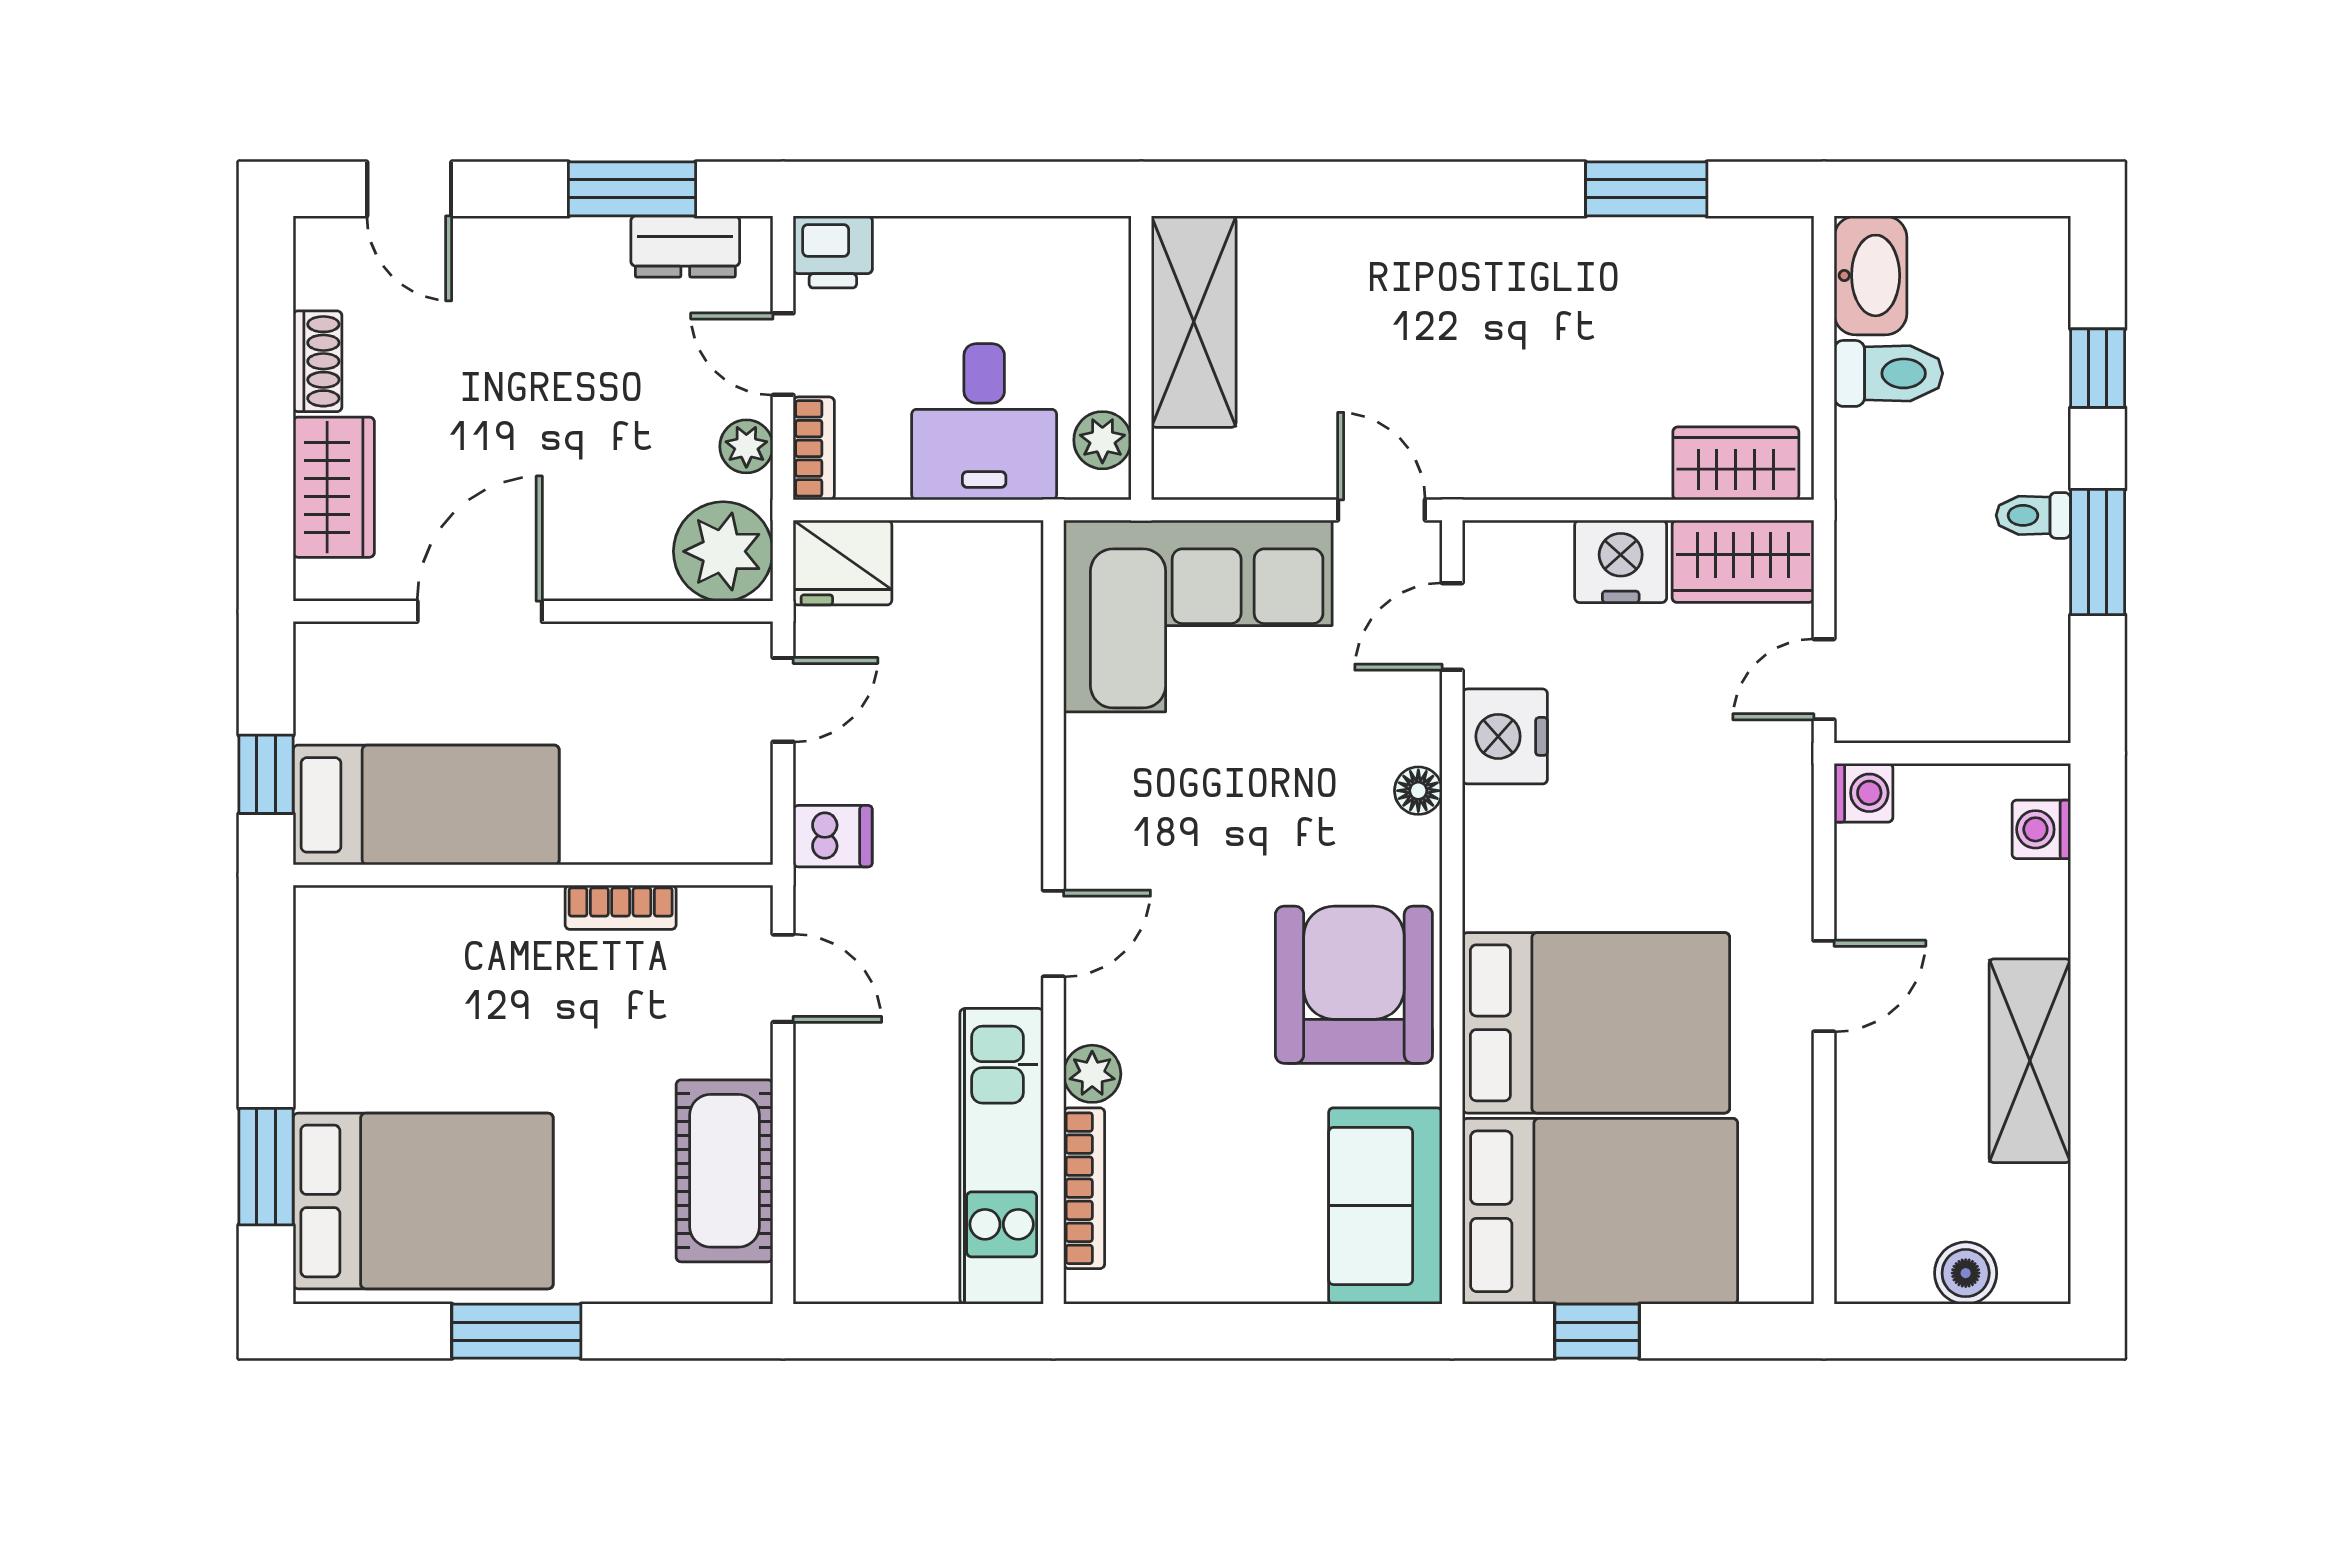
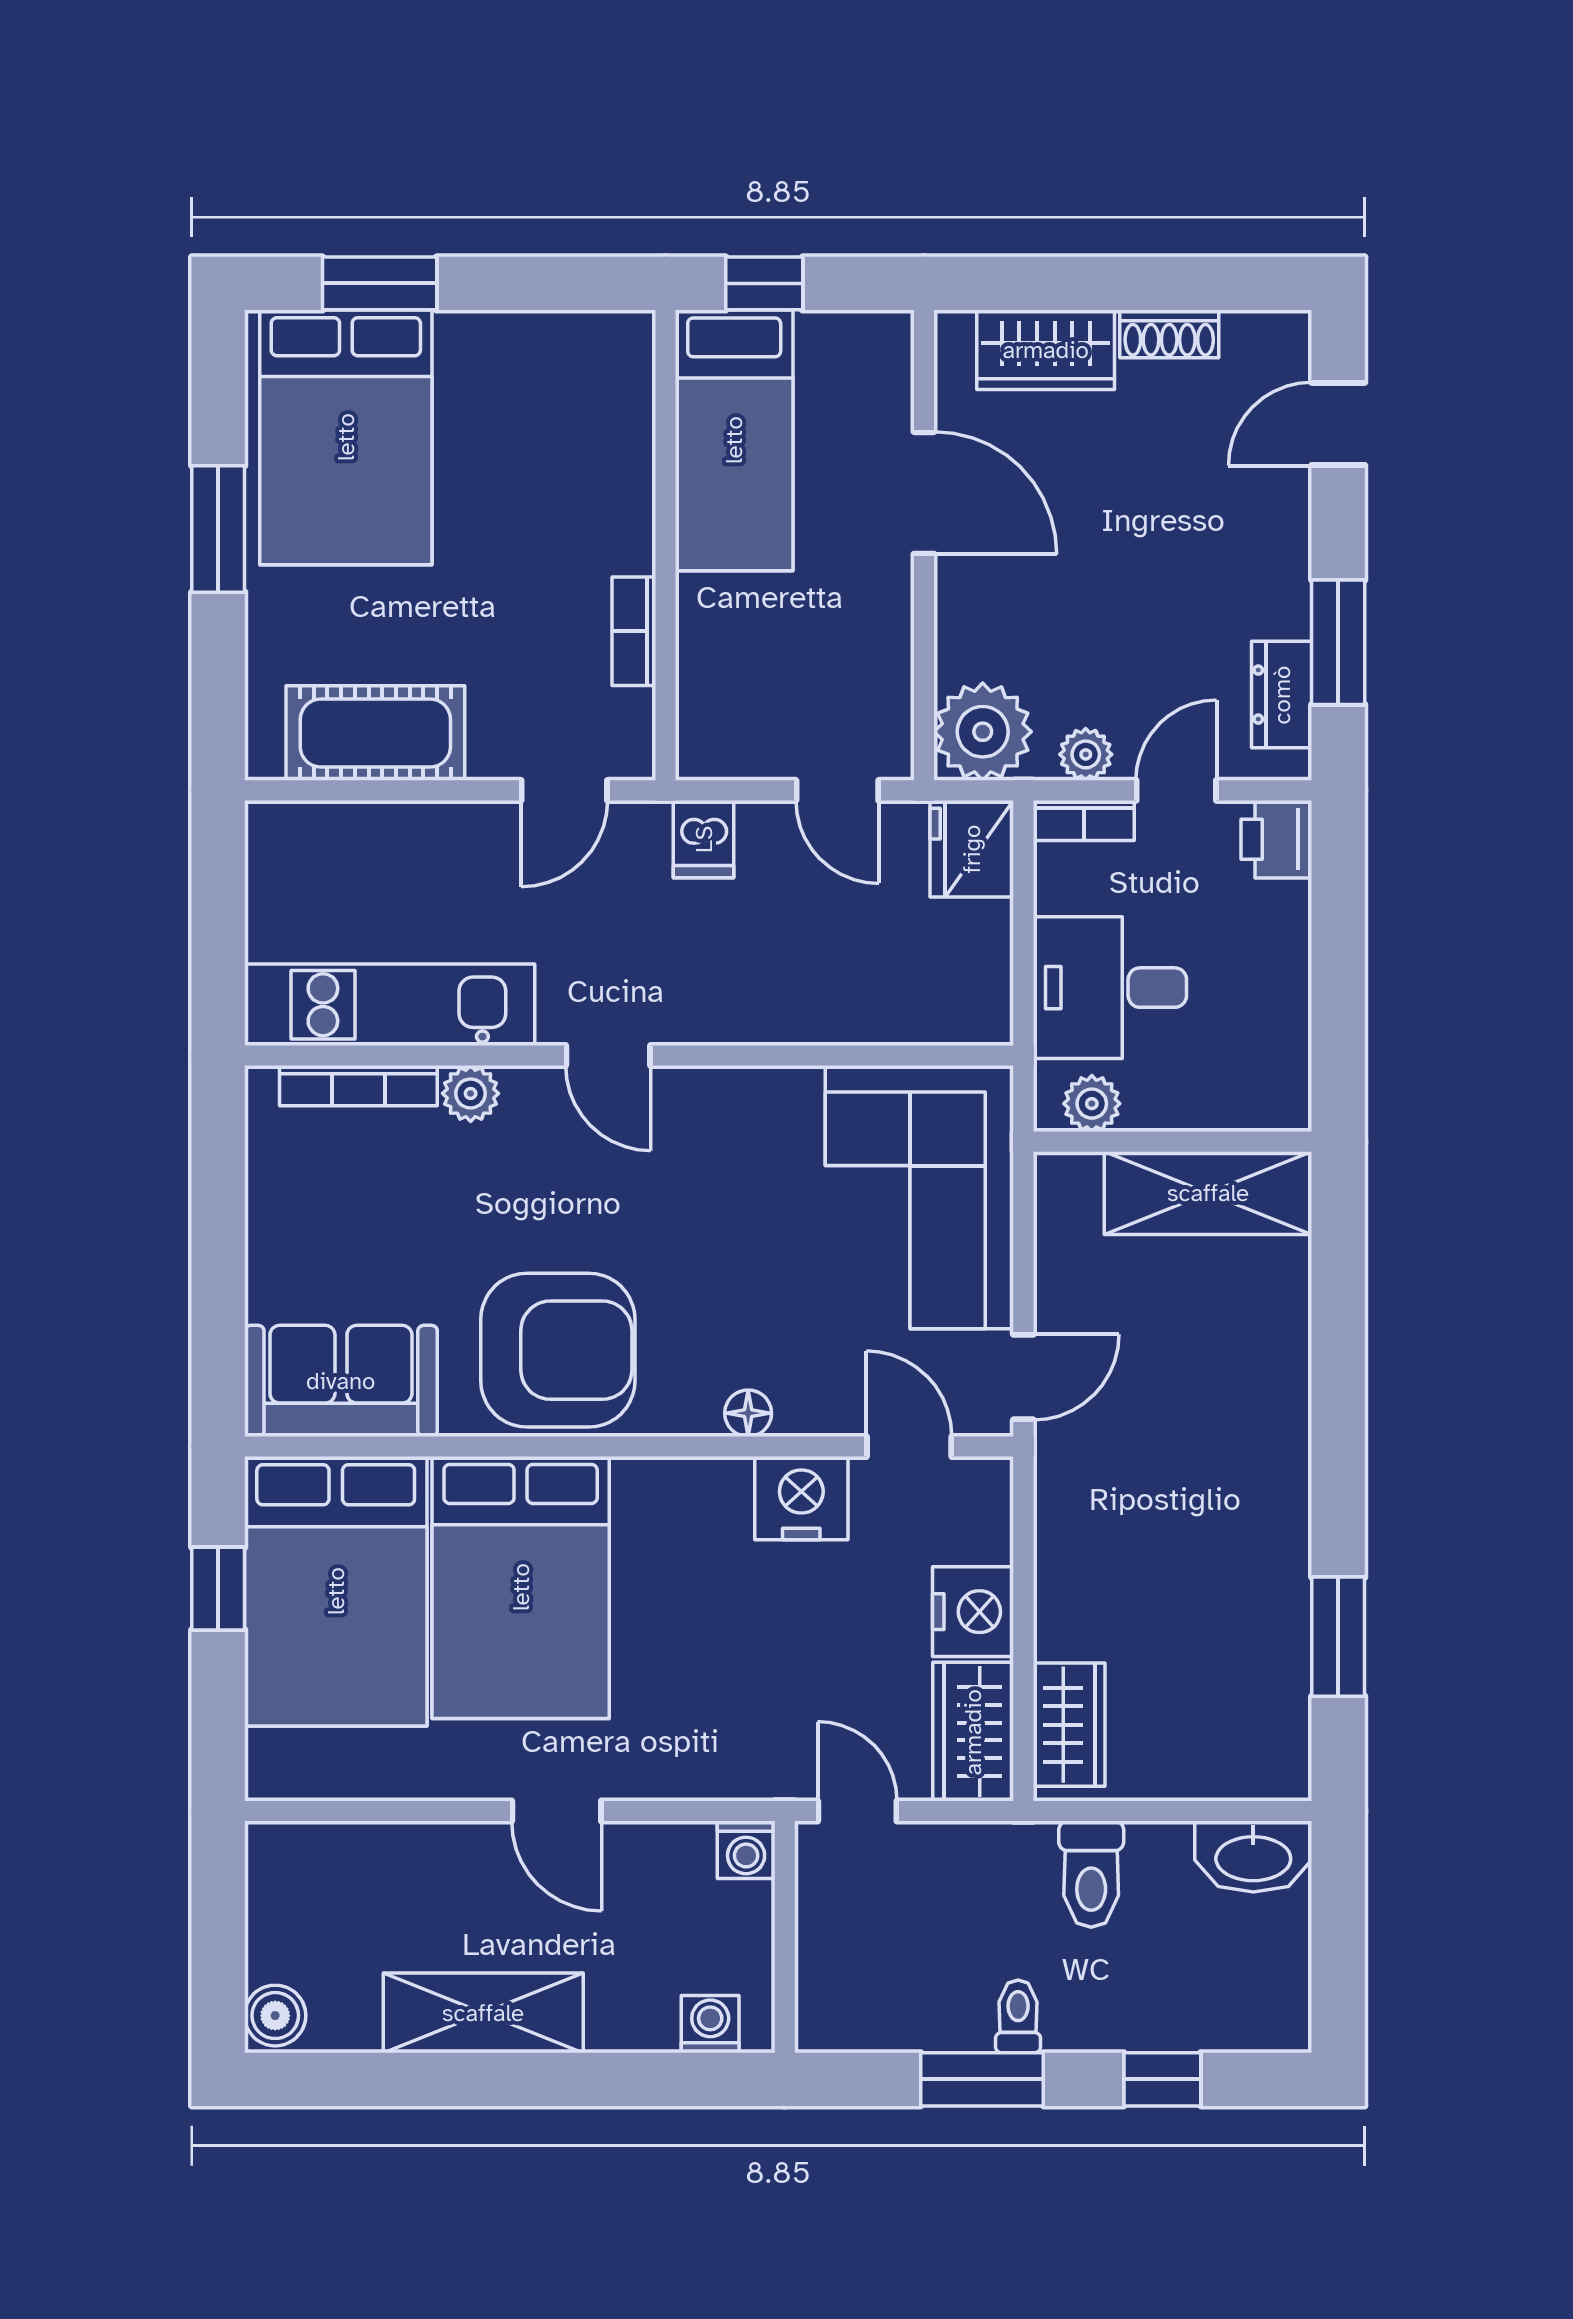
toilet: (1888, 373) -> (1091, 1874), moved
boiler: (1966, 1273) -> (275, 2016), moved

